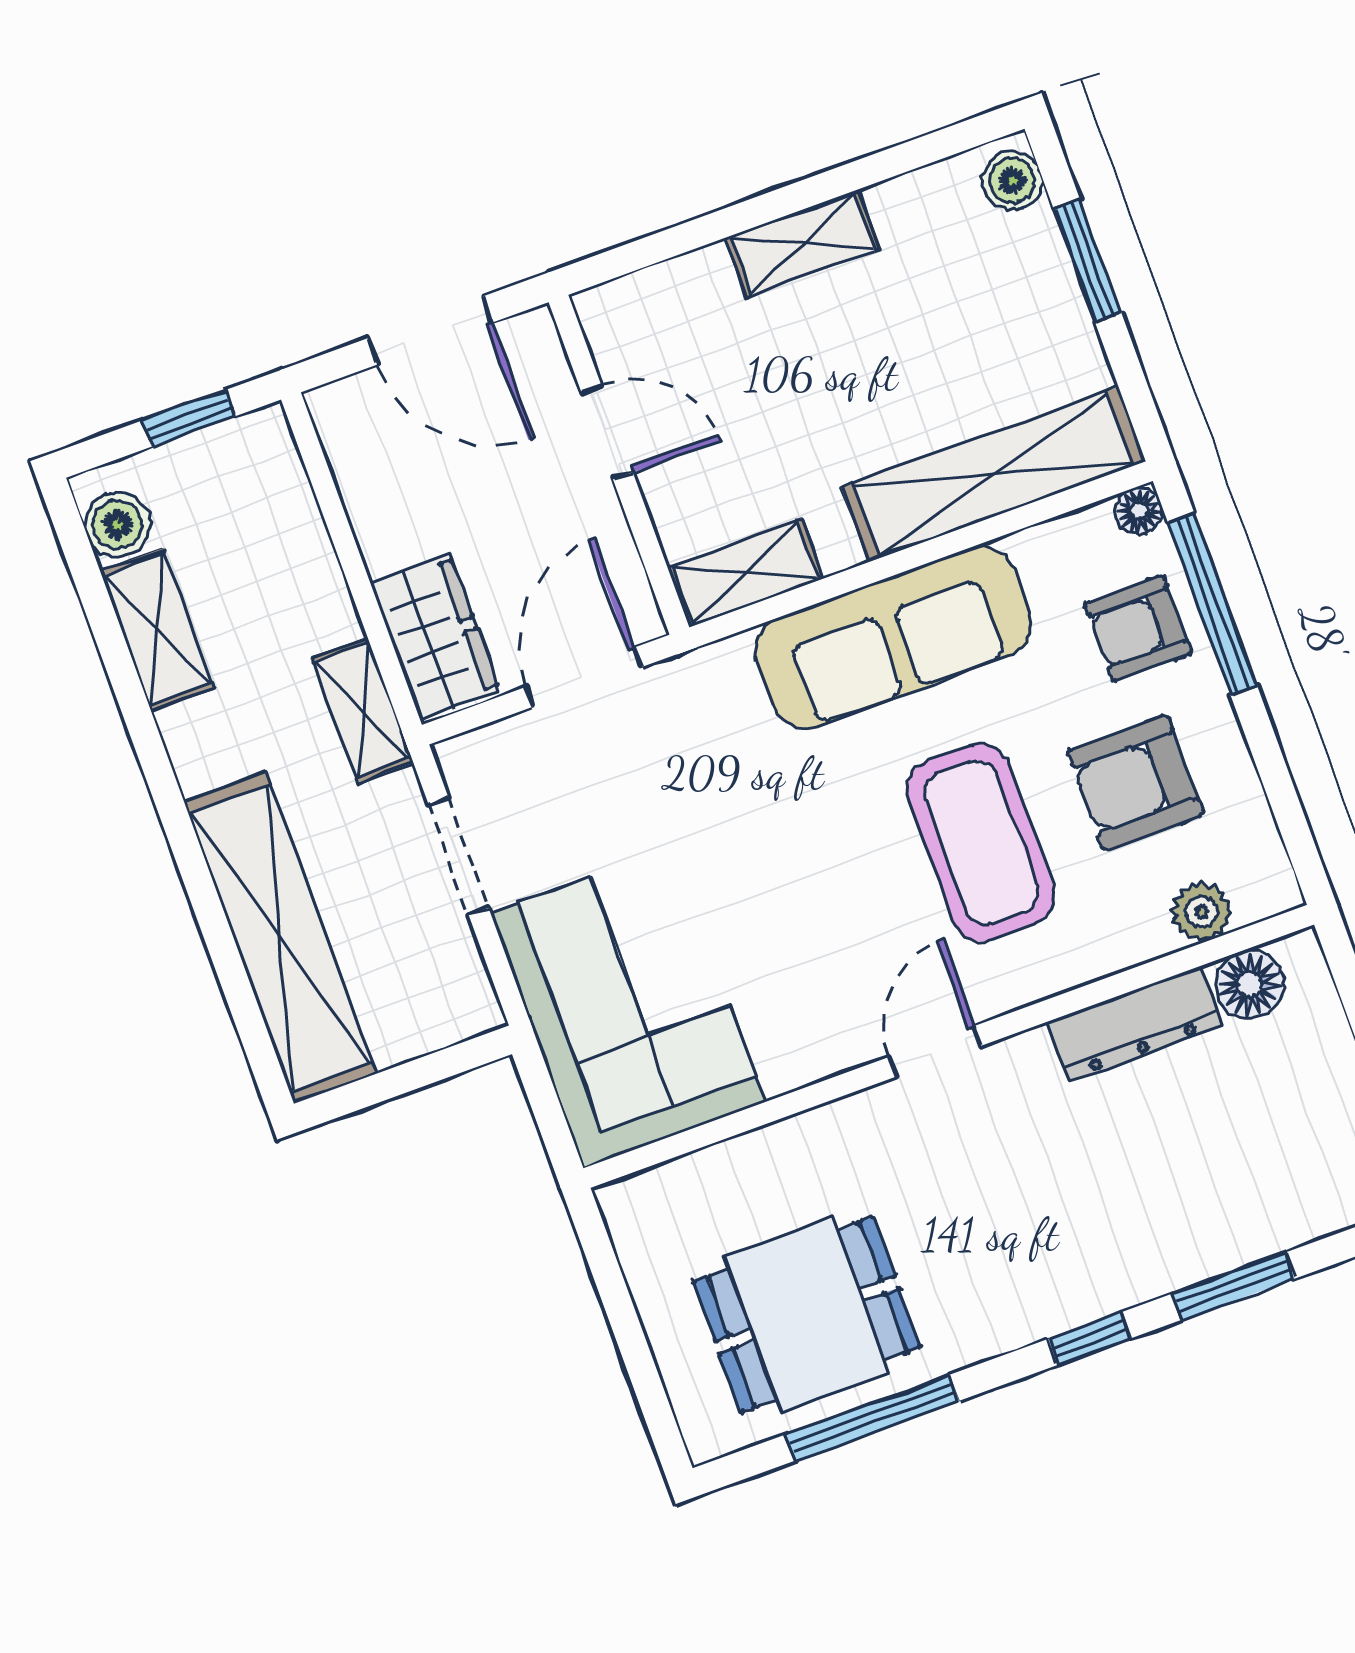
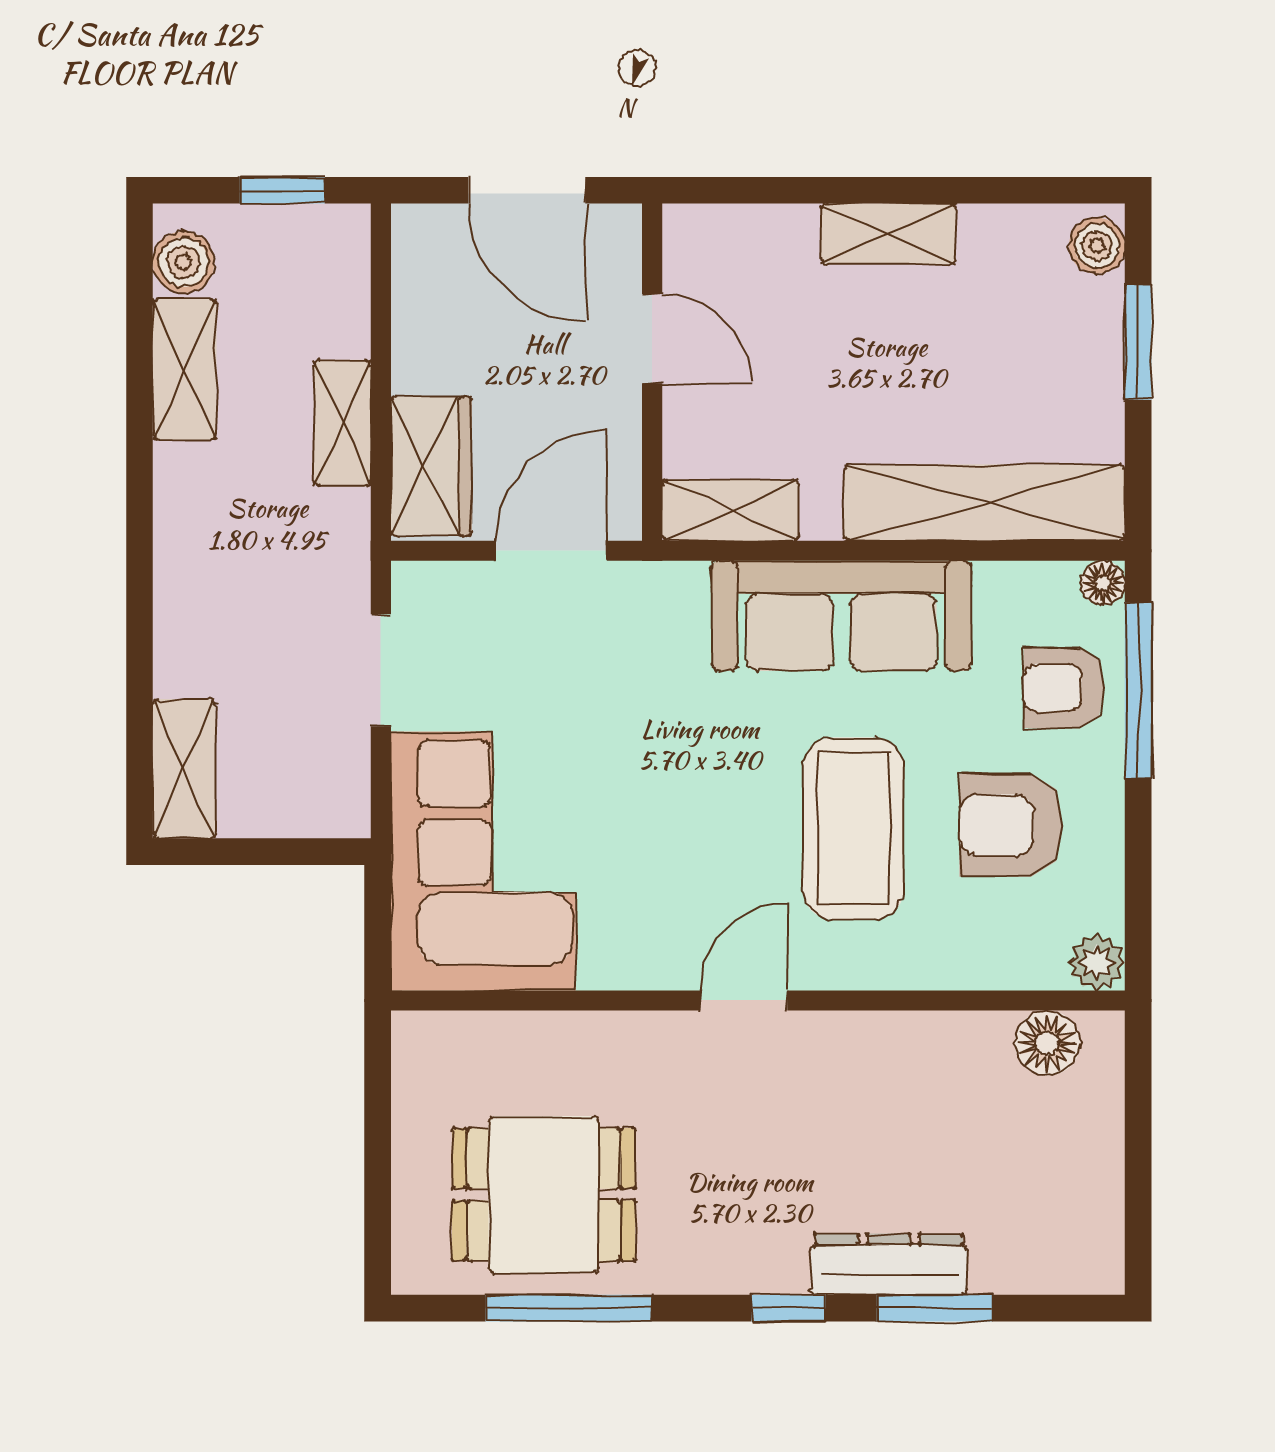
shelving: (363, 710) -> (342, 423), moved
plant: (1202, 912) -> (1097, 962), moved
shelving: (280, 938) -> (184, 769), width x0.45, depth x0.75
dresser: (1134, 1024) -> (889, 1264), moved, turned 180

